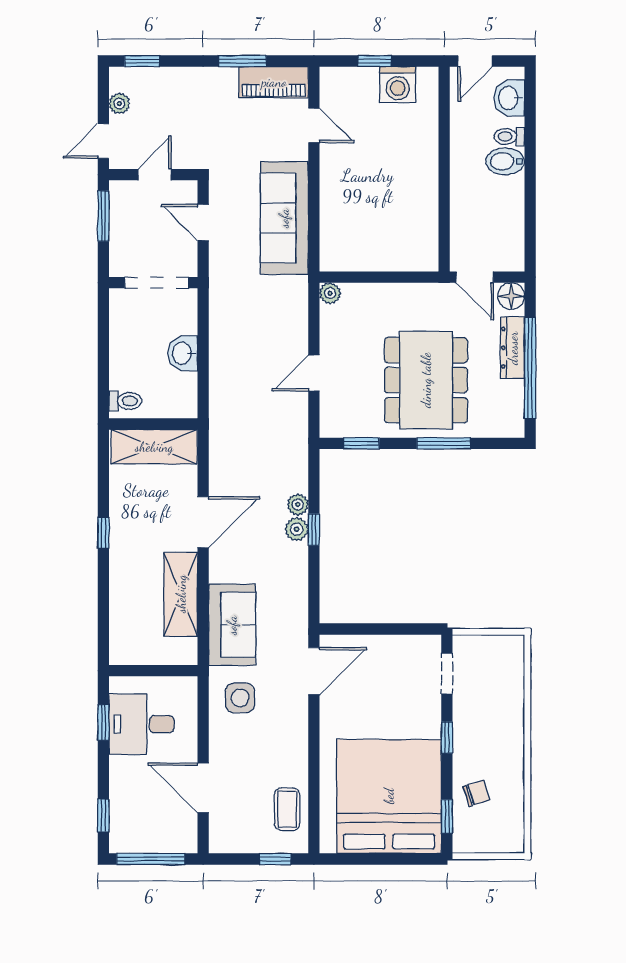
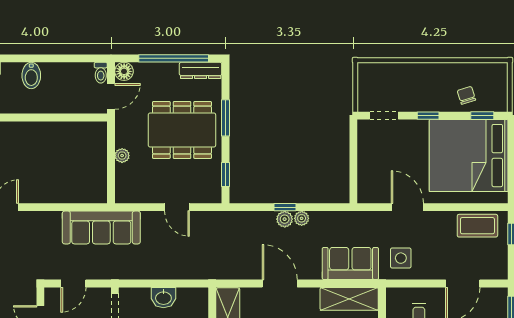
toilet: (509, 136) -> (101, 73), moved
sofa: (284, 218) -> (101, 228), moved
plant: (330, 293) -> (122, 156), moved
dresser: (513, 348) -> (201, 70), moved
plant: (298, 505) -> (302, 218), moved
shelving: (181, 594) -> (349, 299), moved
door: (314, 671) -> (407, 207), moved
coffee table: (287, 809) -> (477, 226), width x1.36, depth x1.30

